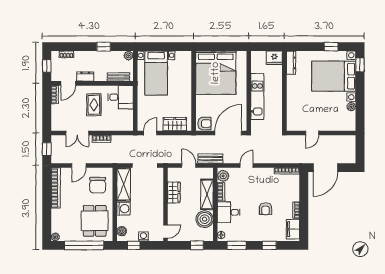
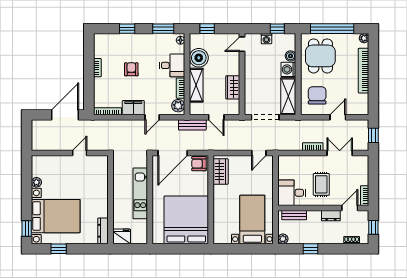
wardrobe: (175, 124) -> (221, 172), moved, turned -90
bookcase: (56, 188) -> (364, 71), moved
filing cabinet: (293, 229) -> (133, 108), moved, turned -90
boiler: (122, 231) -> (291, 56), moved

